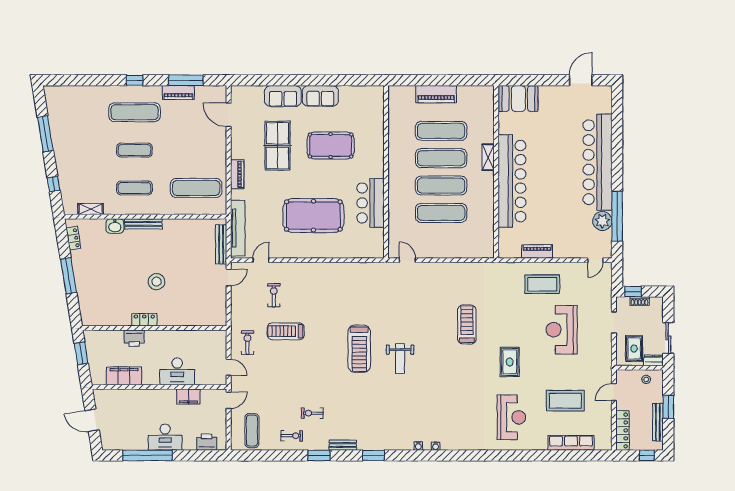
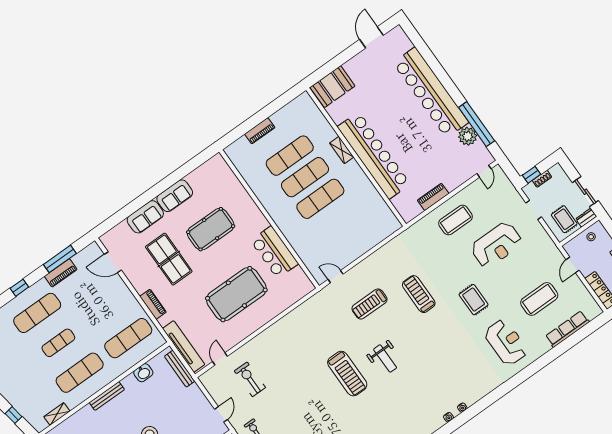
piano: (436, 94) -> (260, 131), width x0.73, depth x0.75
exercise mat: (135, 188) -> (80, 373), width x1.36, depth x1.45
exercise mat: (441, 213) -> (336, 220), removed
washbasin: (115, 226) -> (143, 373), moved
door: (229, 277) -> (221, 414), moved
exercise bike: (274, 295) -> (250, 379), width x1.38, depth x1.39
reception desk: (562, 330) -> (496, 245), turned -90
treadmill: (286, 331) -> (369, 304), moved

